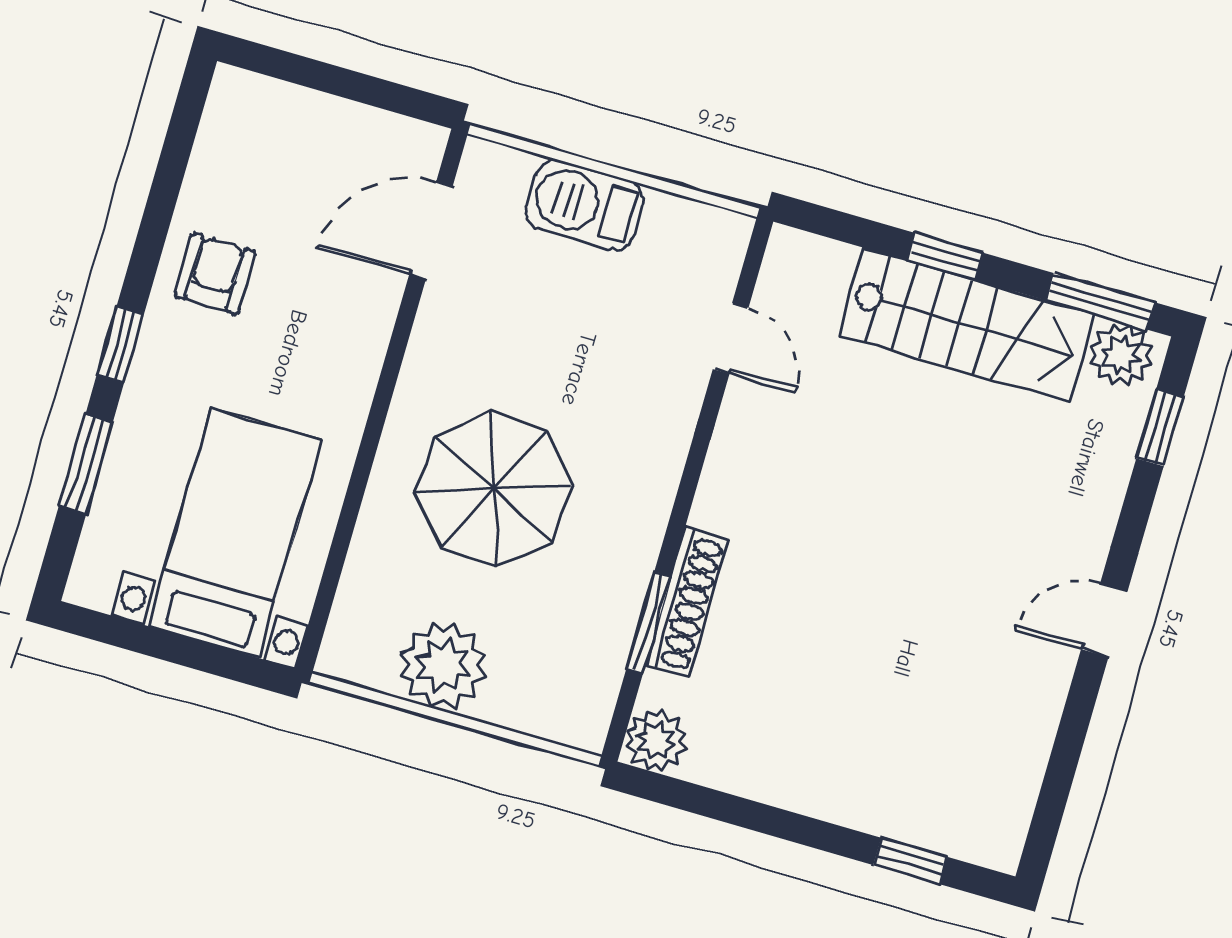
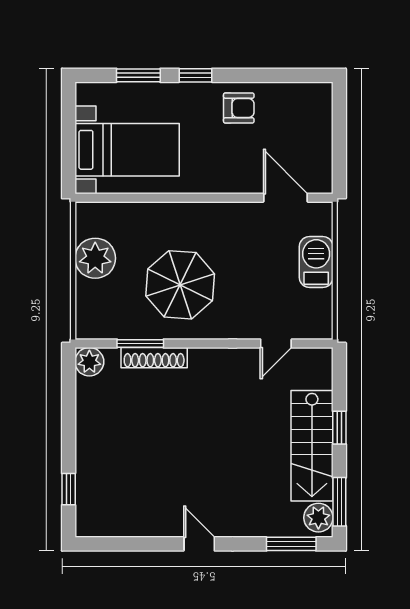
window: (1160, 428) -> (291, 544), width x1.50
parasol: (494, 489) -> (180, 285), moved

